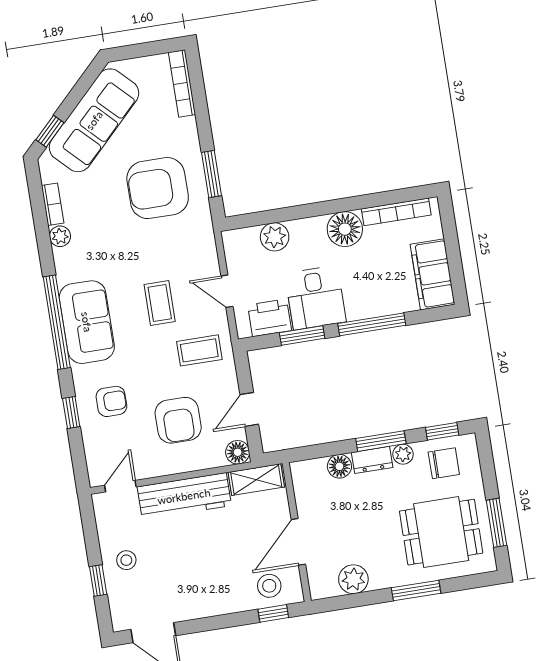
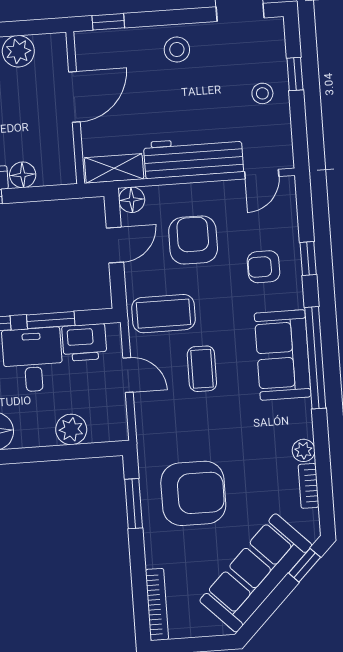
coffee table: (199, 350) -> (163, 314), width x1.36, depth x1.30
stool: (269, 586) -> (177, 50), moved

